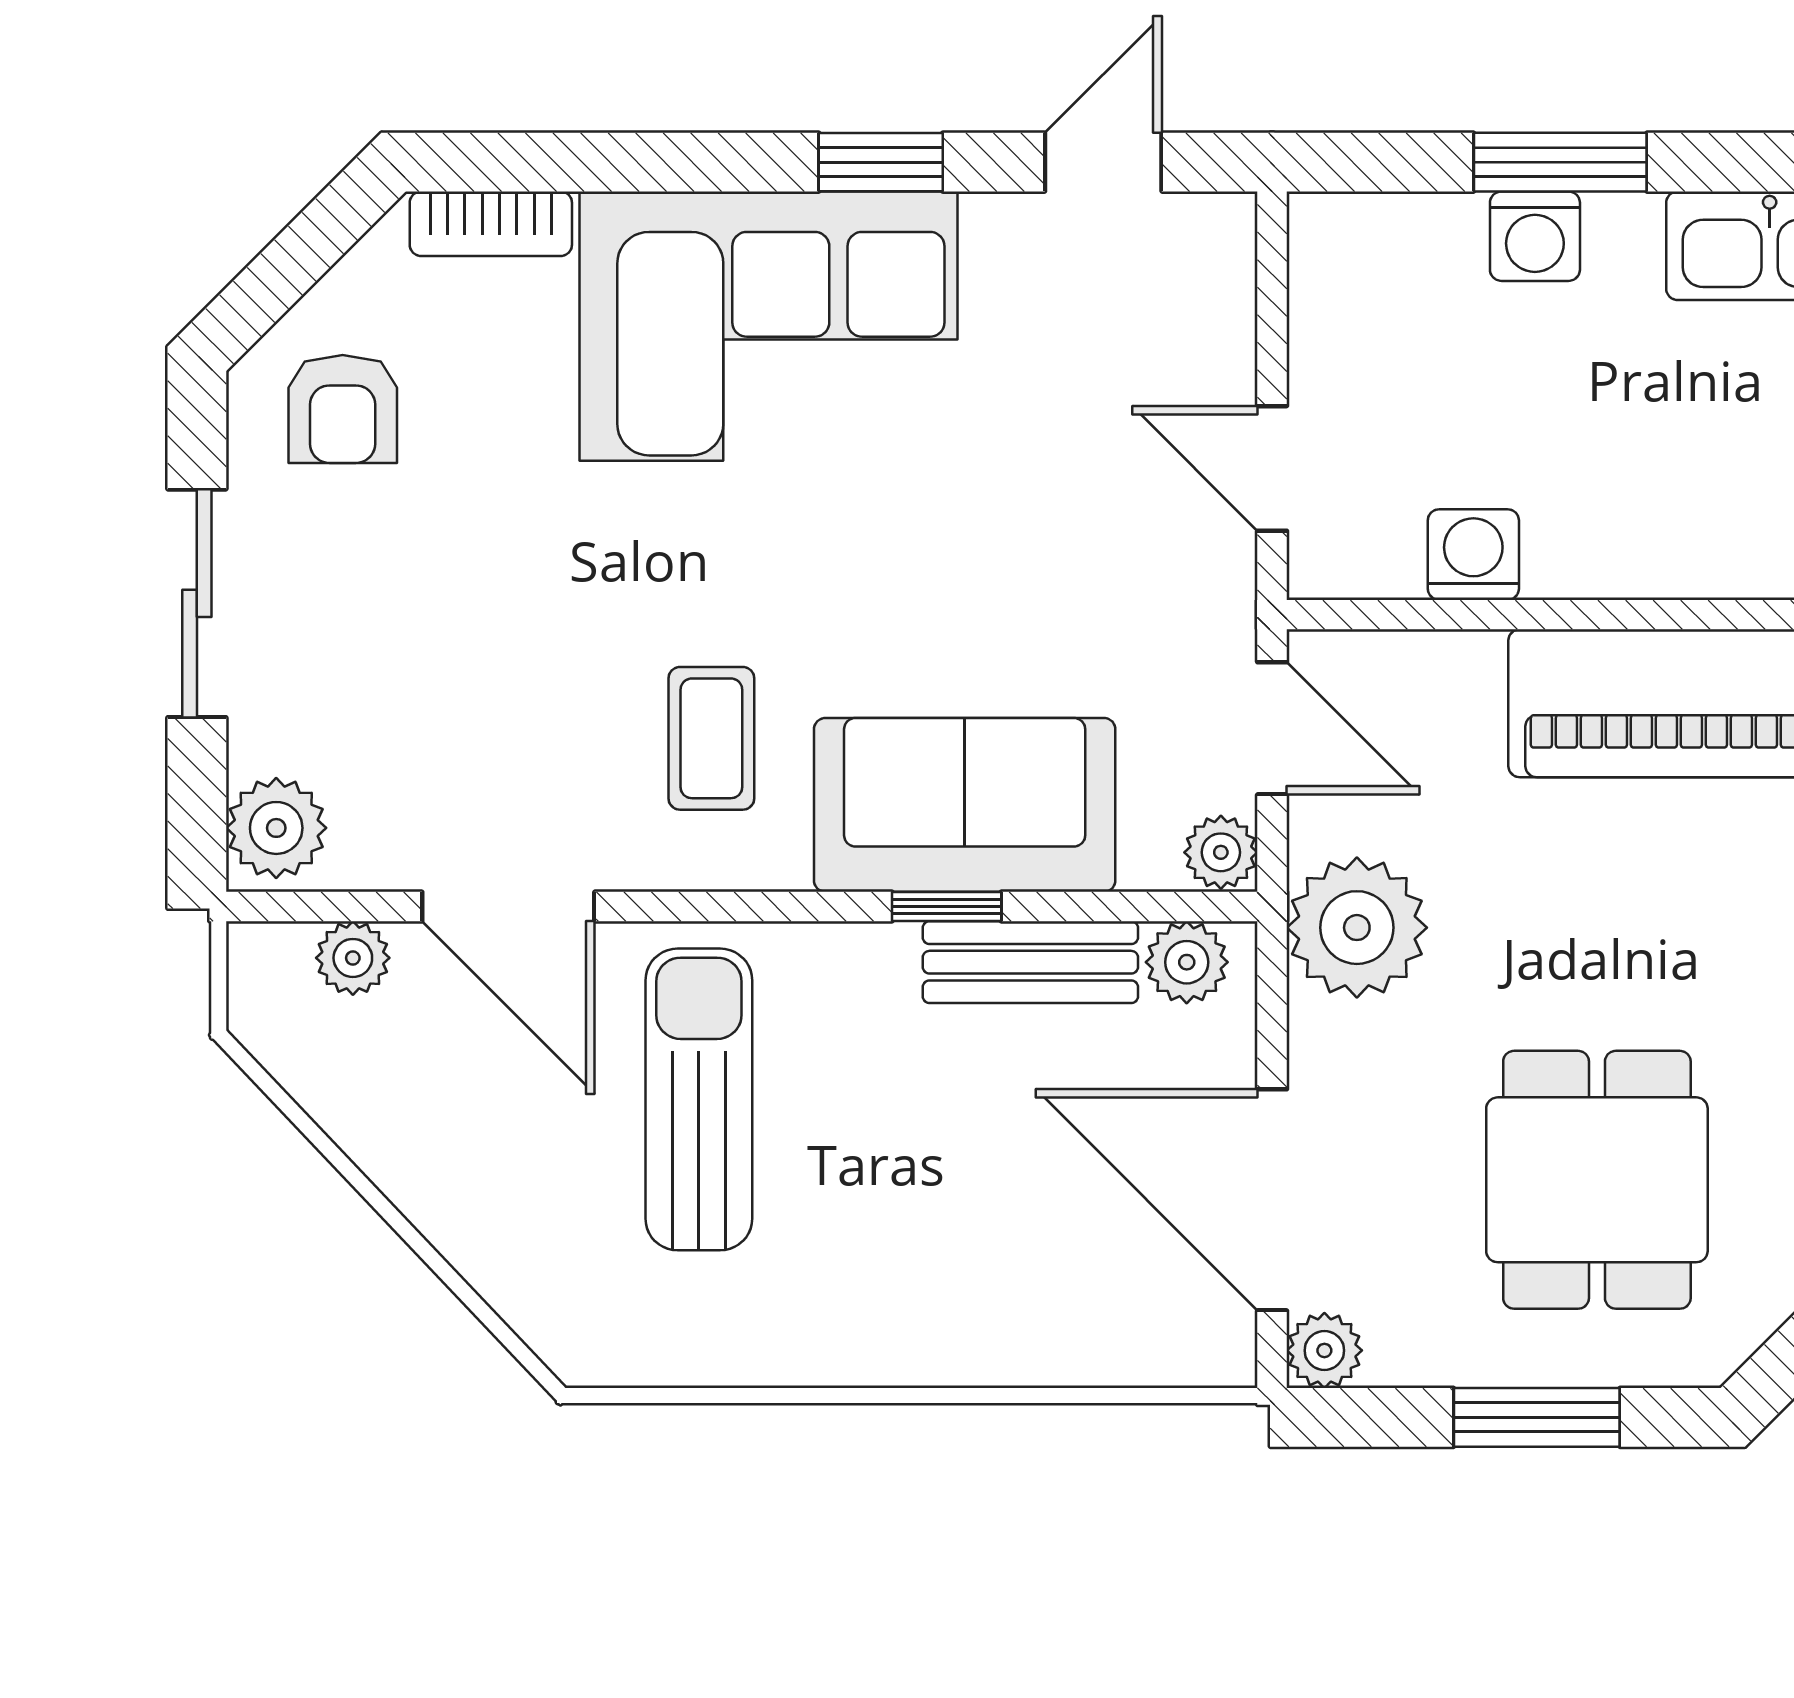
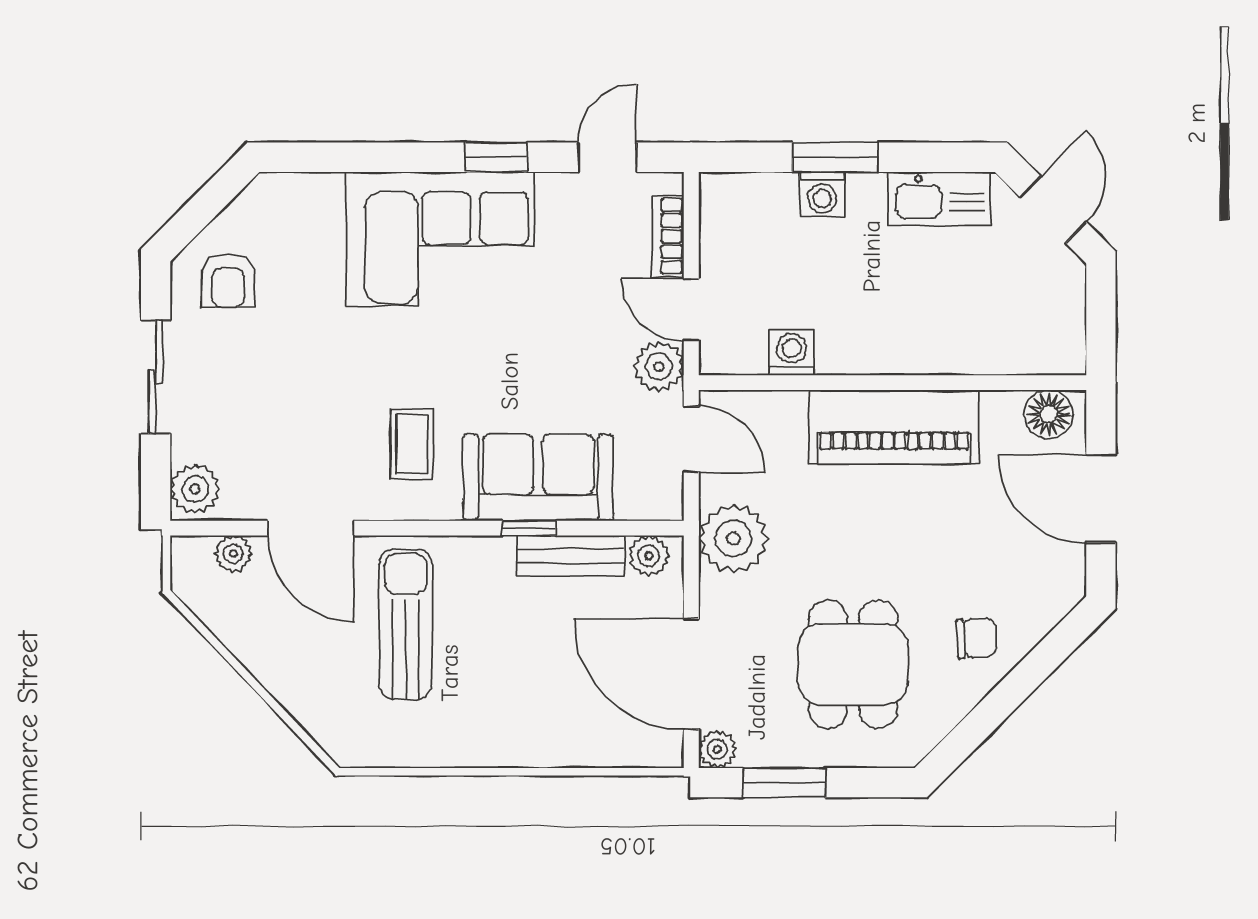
bookcase: (491, 224) -> (668, 236), moved, turned 90
plant: (1221, 852) -> (659, 367), moved, width x1.38, depth x1.38
window: (1537, 1417) -> (784, 783), moved

